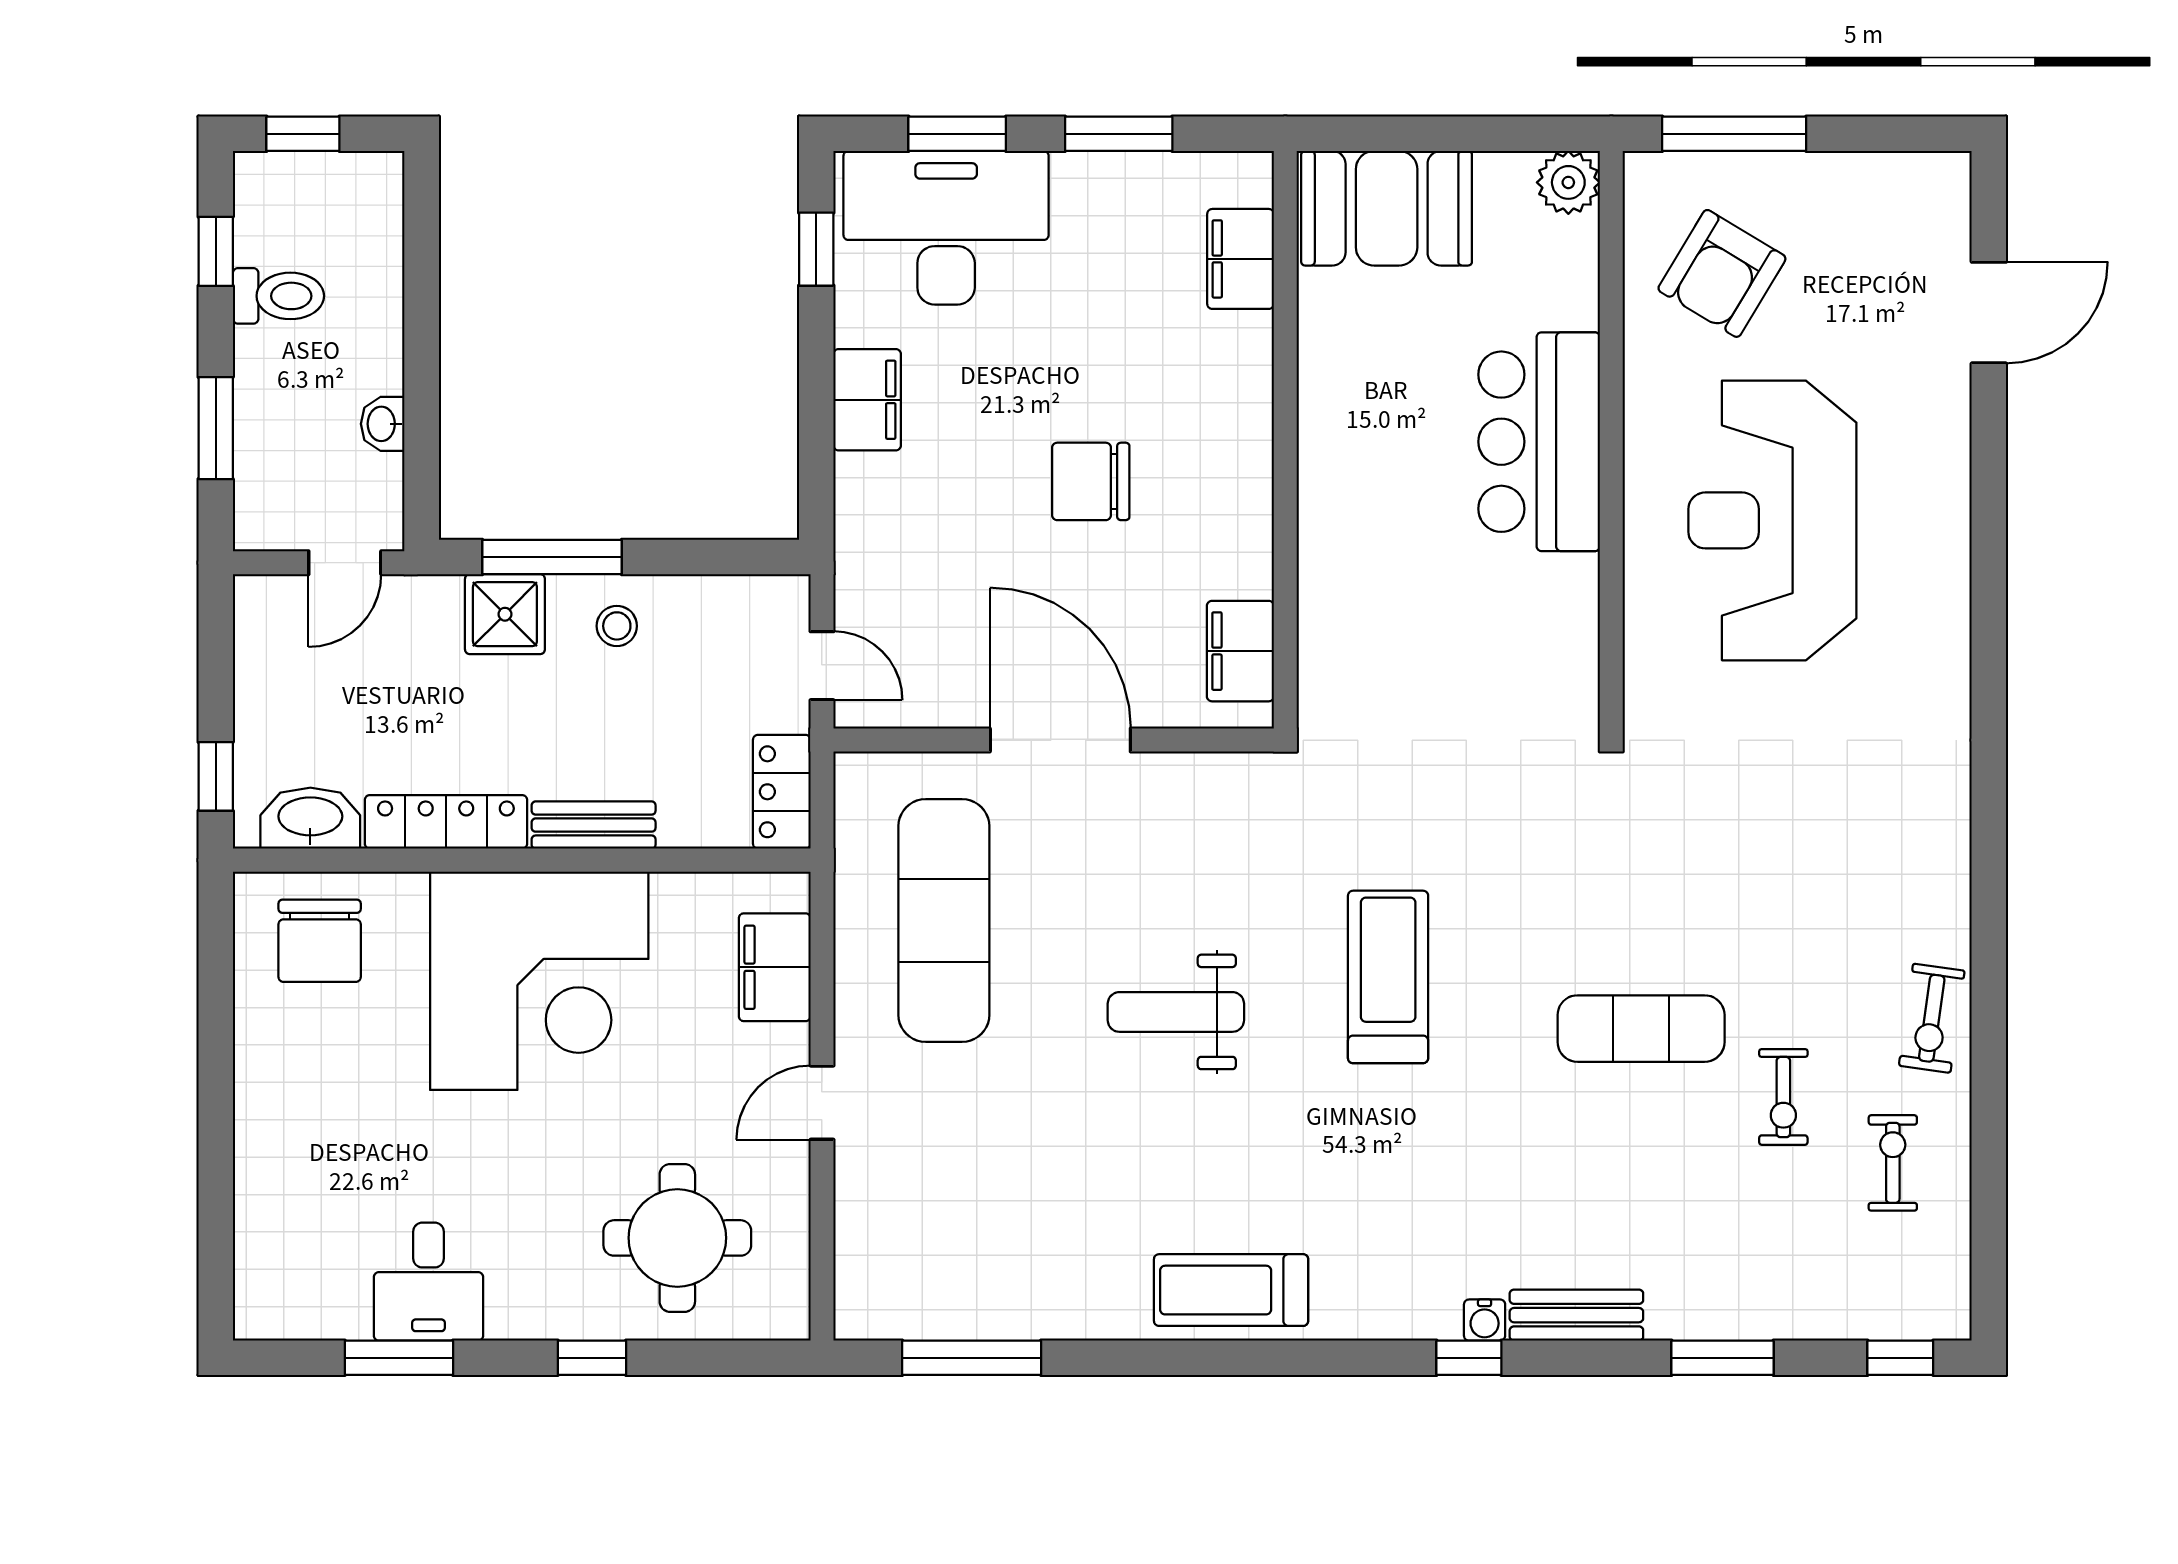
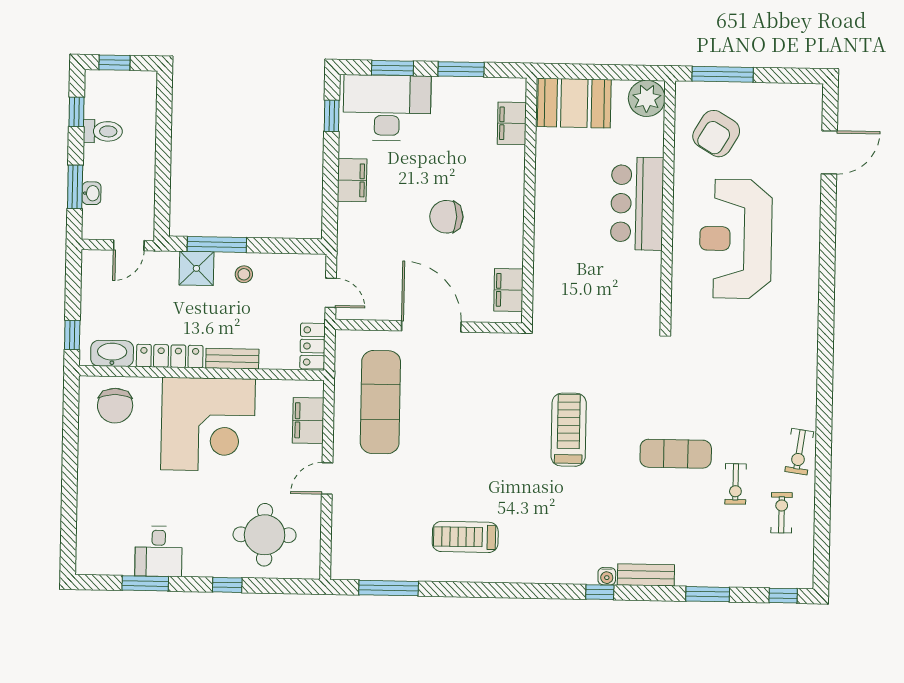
plant: (1568, 182) -> (647, 98), width x1.36, depth x1.36
washbasin: (383, 424) -> (92, 193), moved, turned 180
weight bench: (1176, 1012) -> (478, 443), removed
treadmill: (1231, 1290) -> (465, 537), moved

